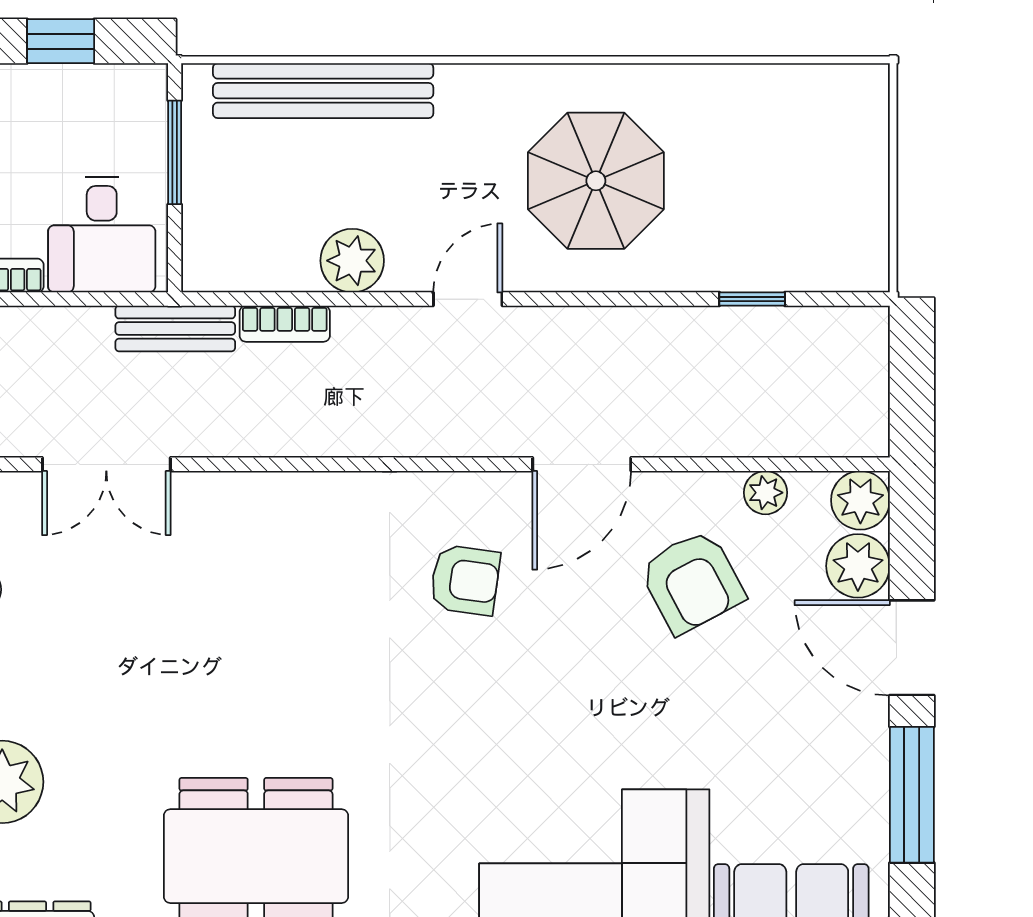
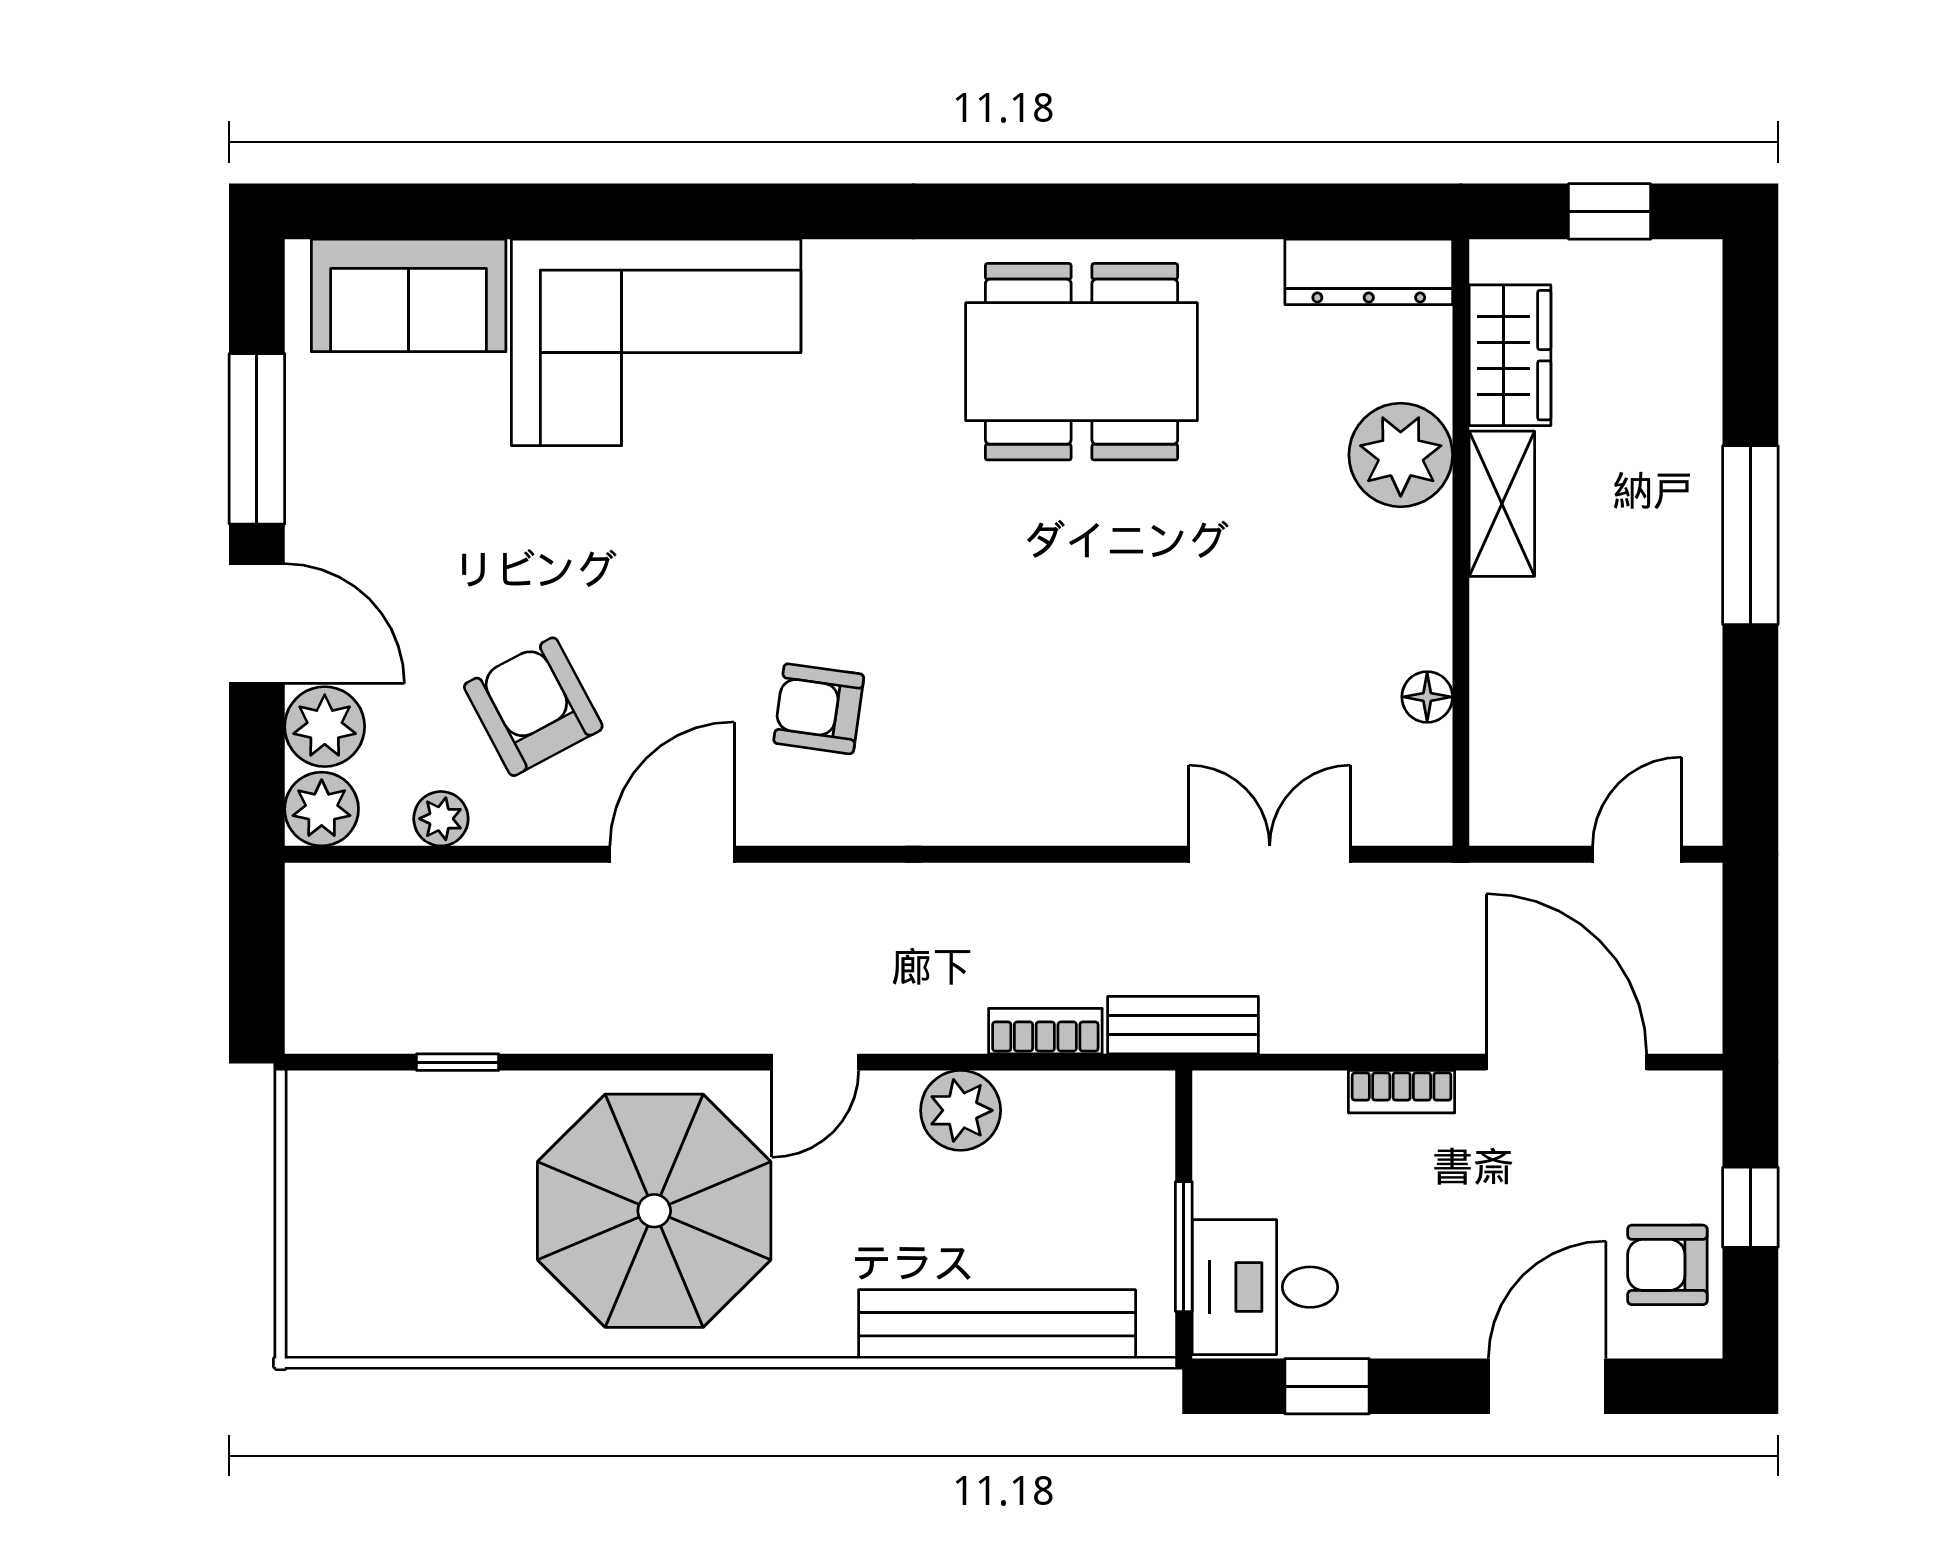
parasol: (596, 181) -> (654, 1211), width x1.36, depth x1.36
desk: (102, 235) -> (1265, 1287), moved, turned -90

